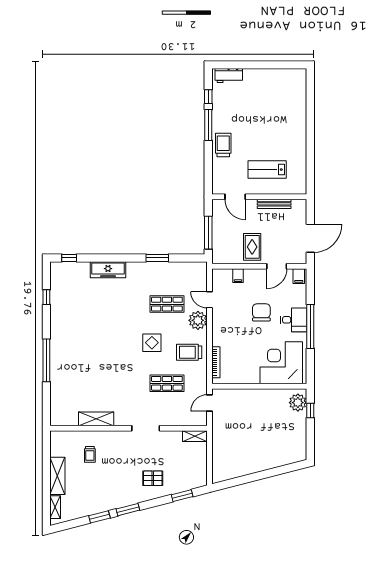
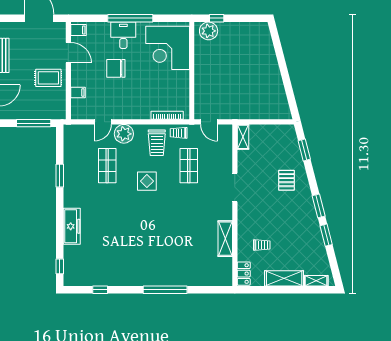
trolley: (199, 374) -> (179, 133), added
locker: (62, 437) -> (244, 274), added

